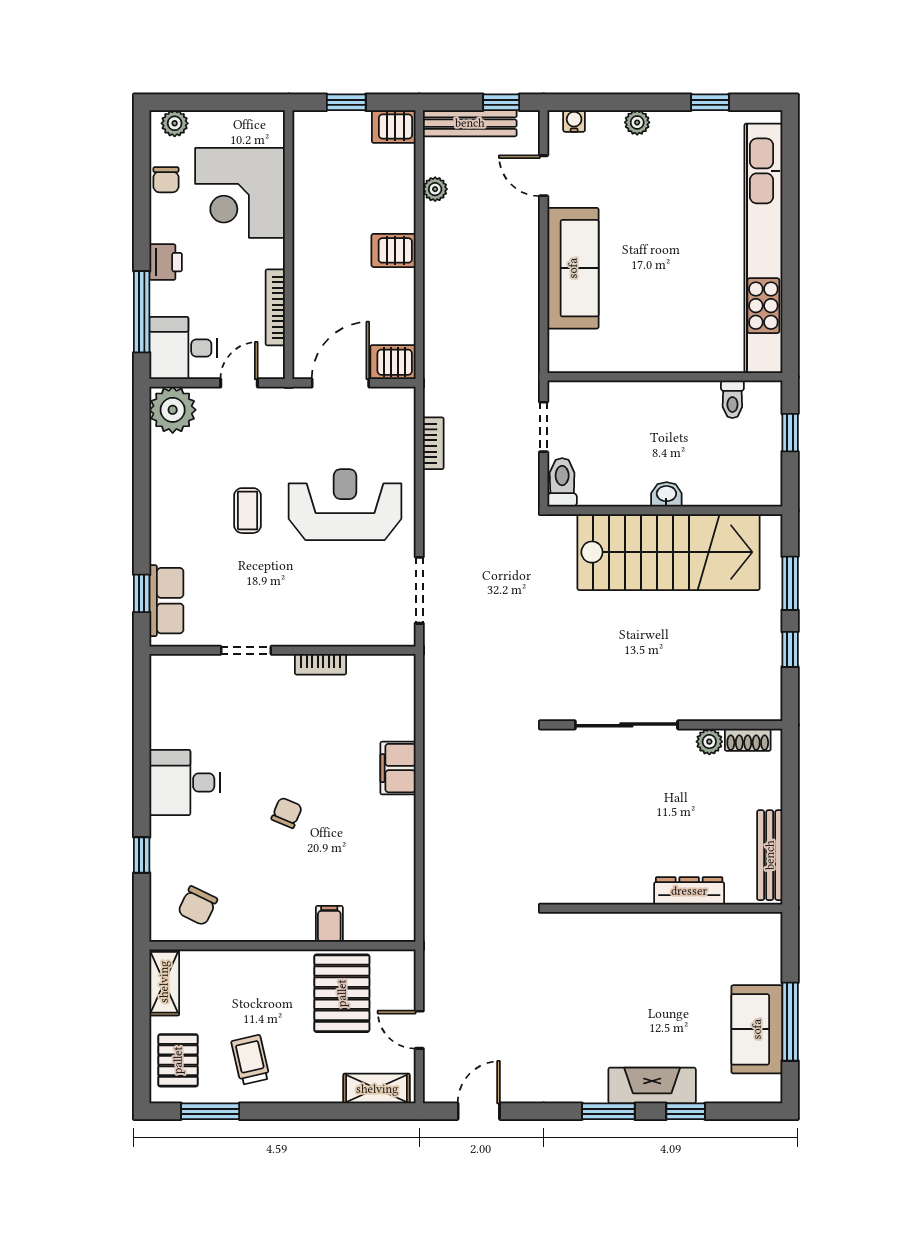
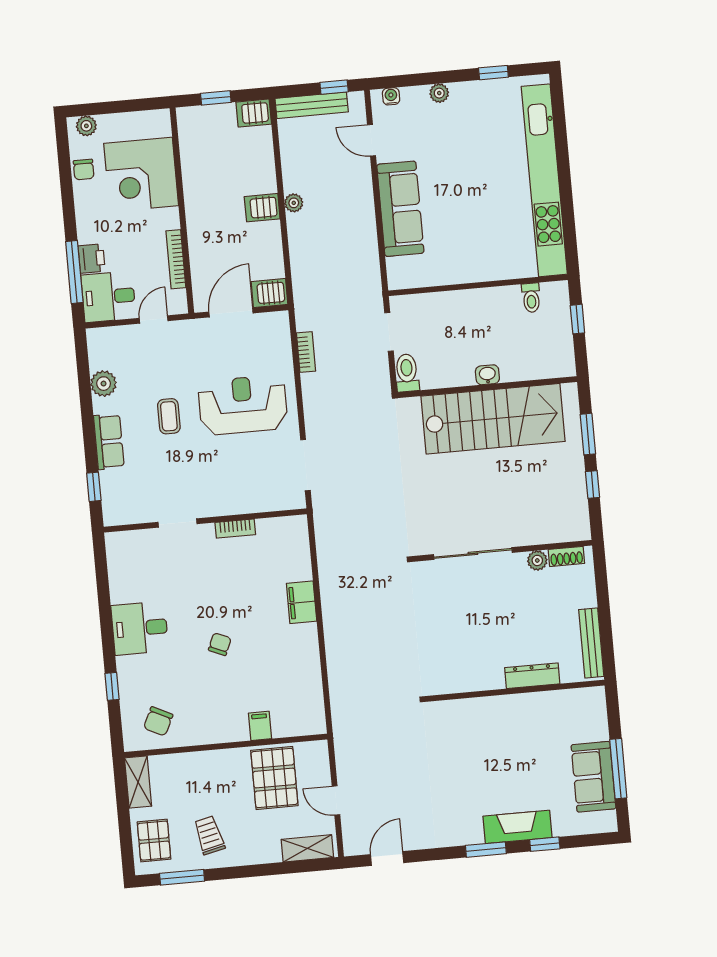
plant: (435, 189) -> (294, 203), moved
printer: (166, 262) -> (92, 259), moved
plant: (173, 410) -> (104, 384), moved, width x0.73, depth x0.73
row of seats: (166, 601) -> (109, 442), moved

